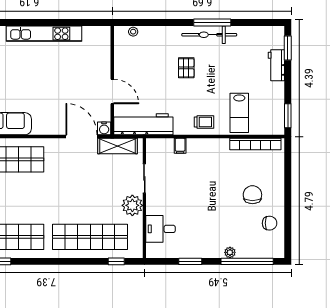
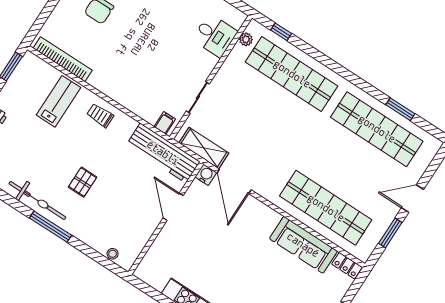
window: (212, 23) -> (51, 227), moved
filing cabinet: (180, 146) -> (165, 123), moved
plant: (132, 205) -> (246, 39), moved, width x0.53, depth x0.53

